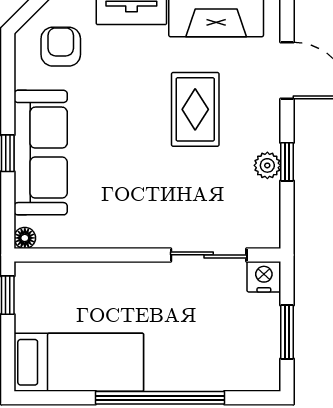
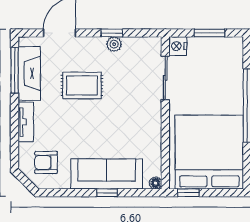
bed: (79, 362) -> (209, 152), width x2.04

